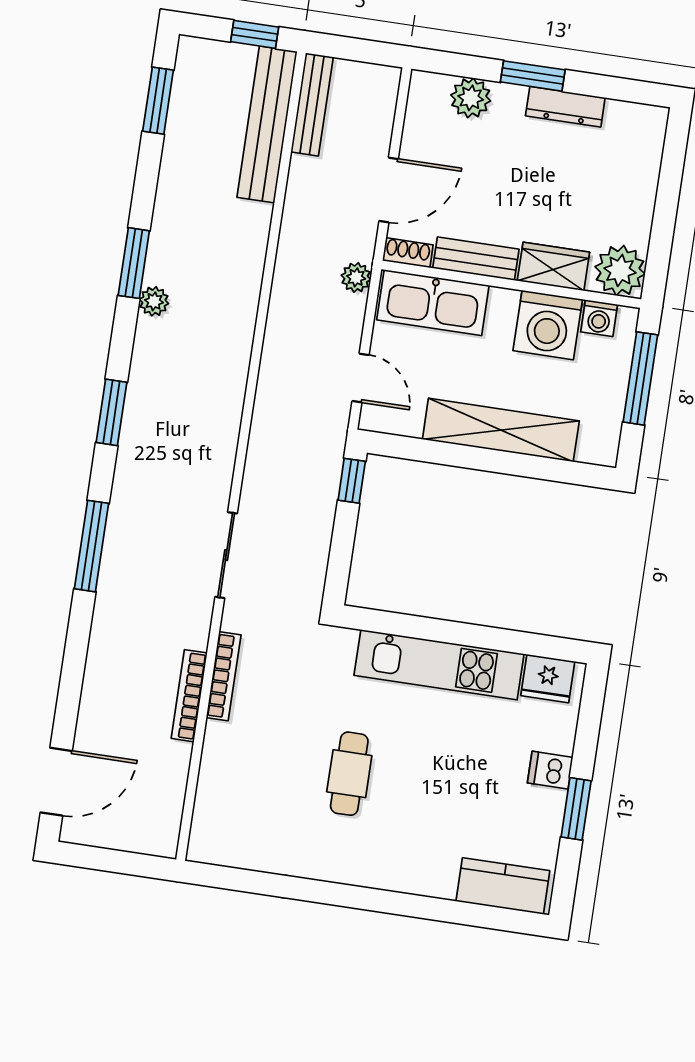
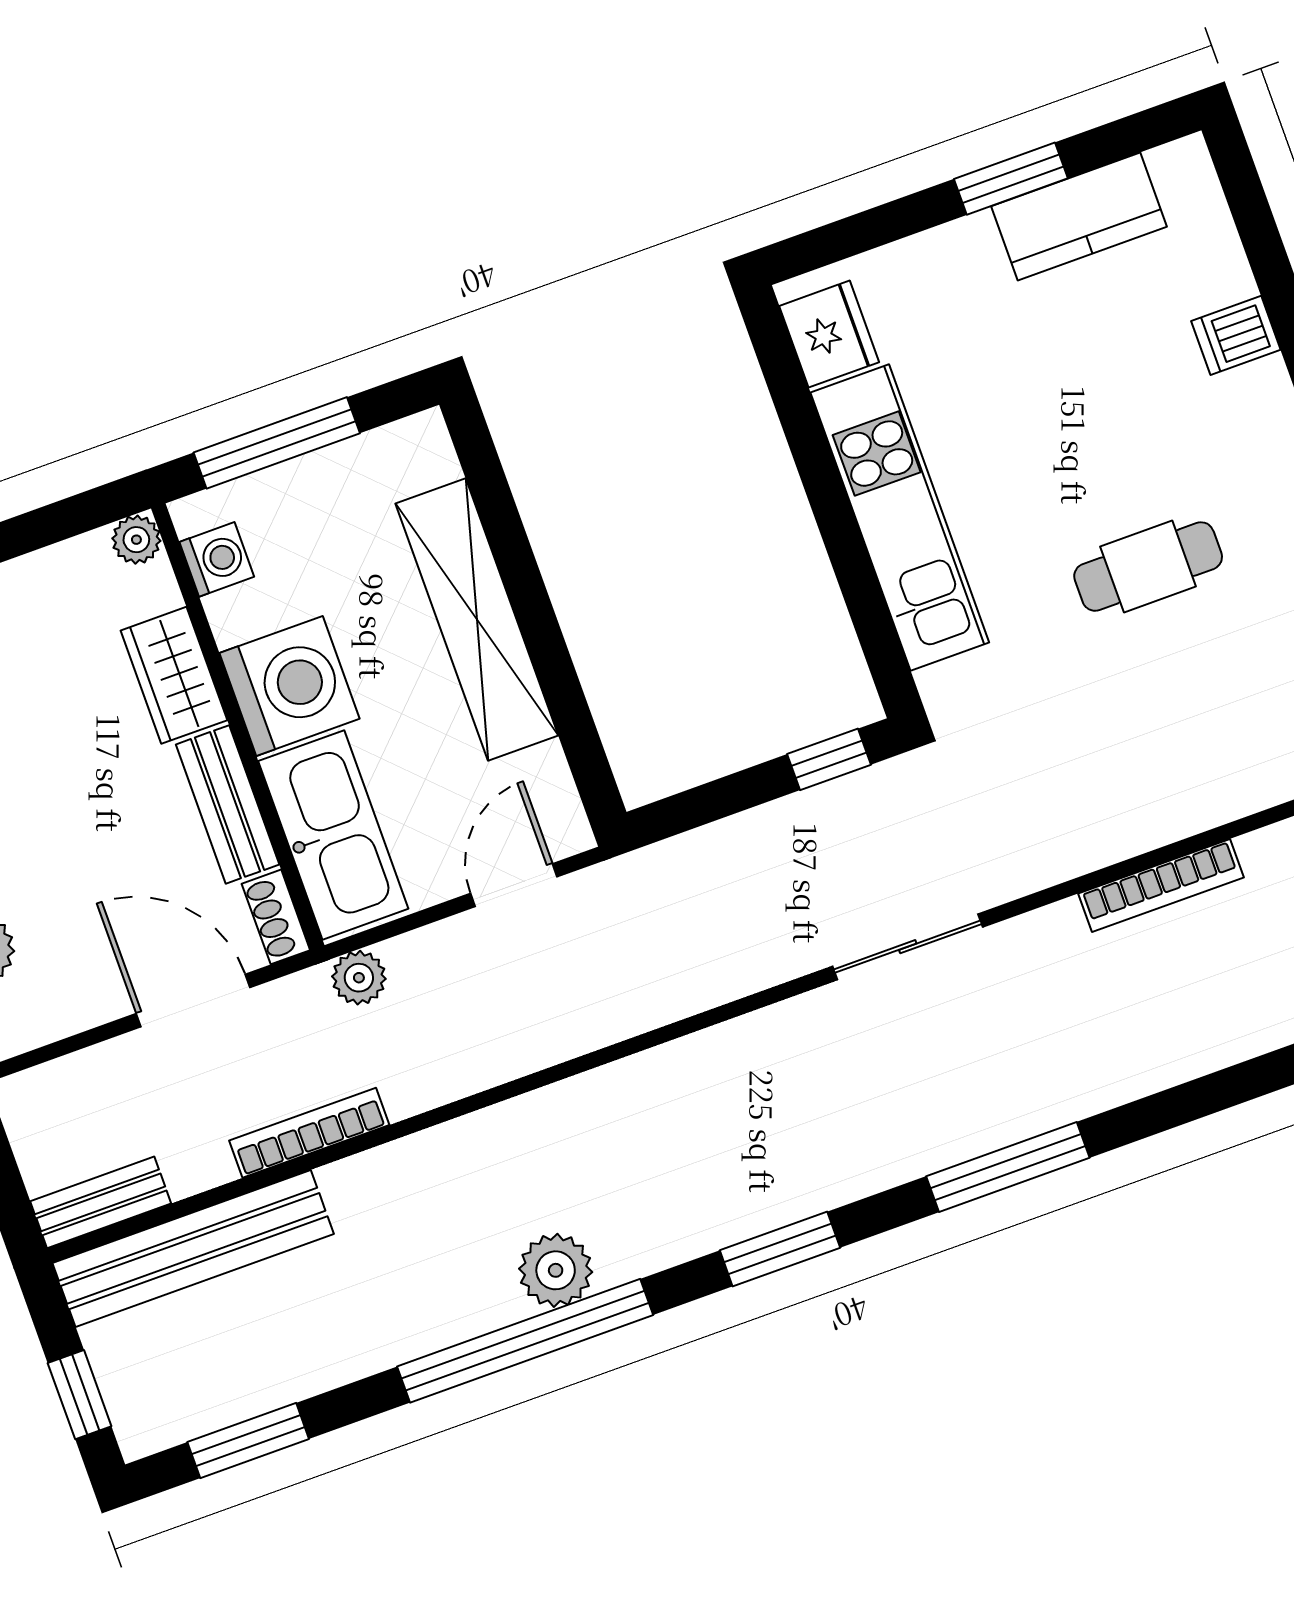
window: (255, 34) -> (80, 1395), moved
bench: (312, 104) -> (101, 1202), width x0.73
window: (134, 263) -> (525, 1341), width x2.11
plant: (620, 270) -> (136, 540), width x0.53, depth x0.53
plant: (154, 301) -> (556, 1270), width x1.38, depth x1.38
washing machine: (548, 325) -> (290, 686), moved
window: (352, 481) -> (829, 759), moved
bookcase: (224, 676) -> (309, 1133), moved
dishwasher: (550, 770) -> (1236, 335), moved, turned 90
kitchen counter: (503, 886) -> (1079, 216), moved, turned -90

